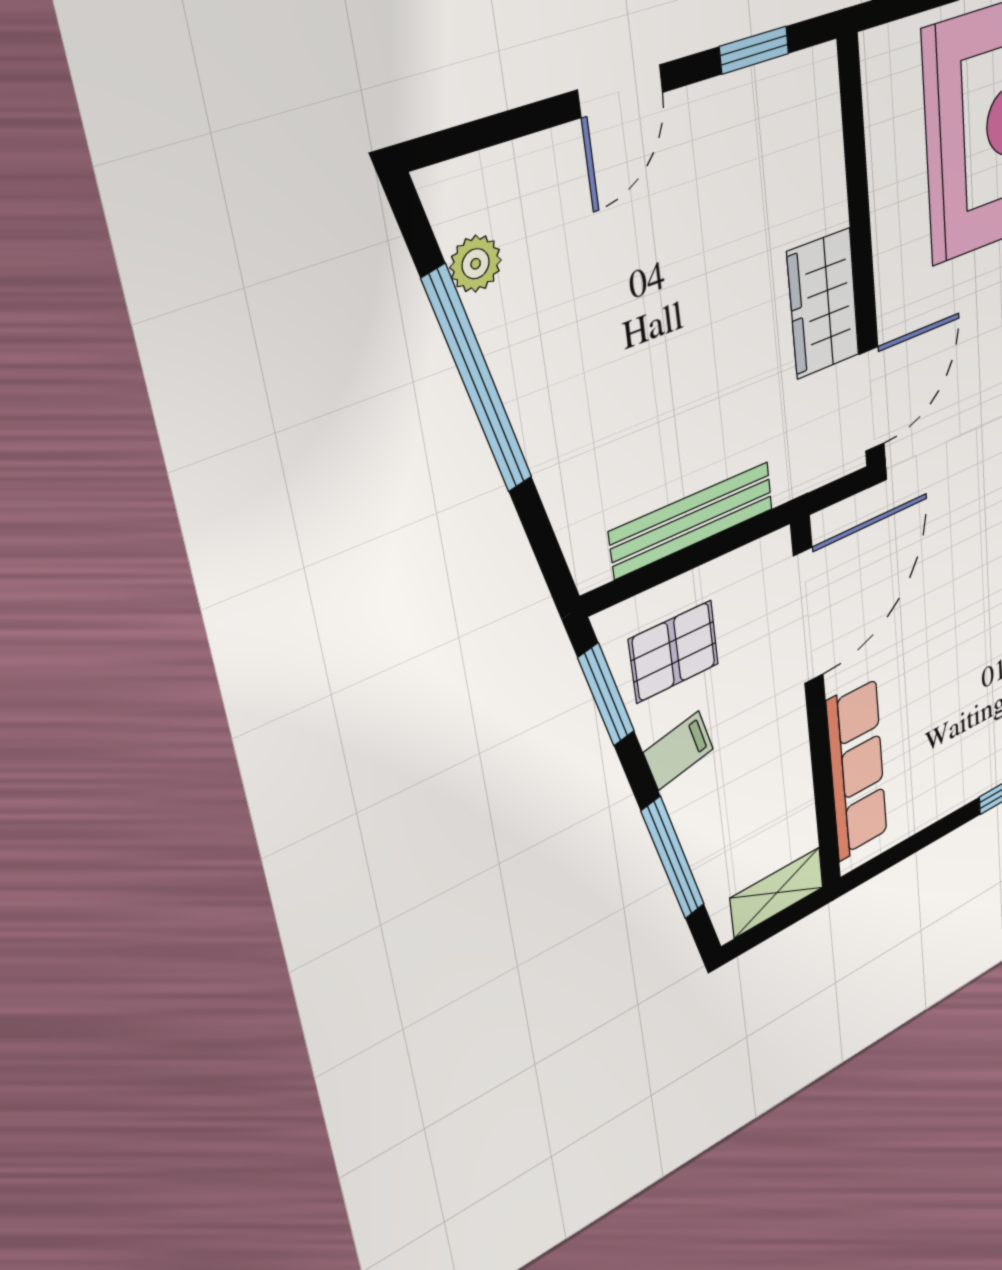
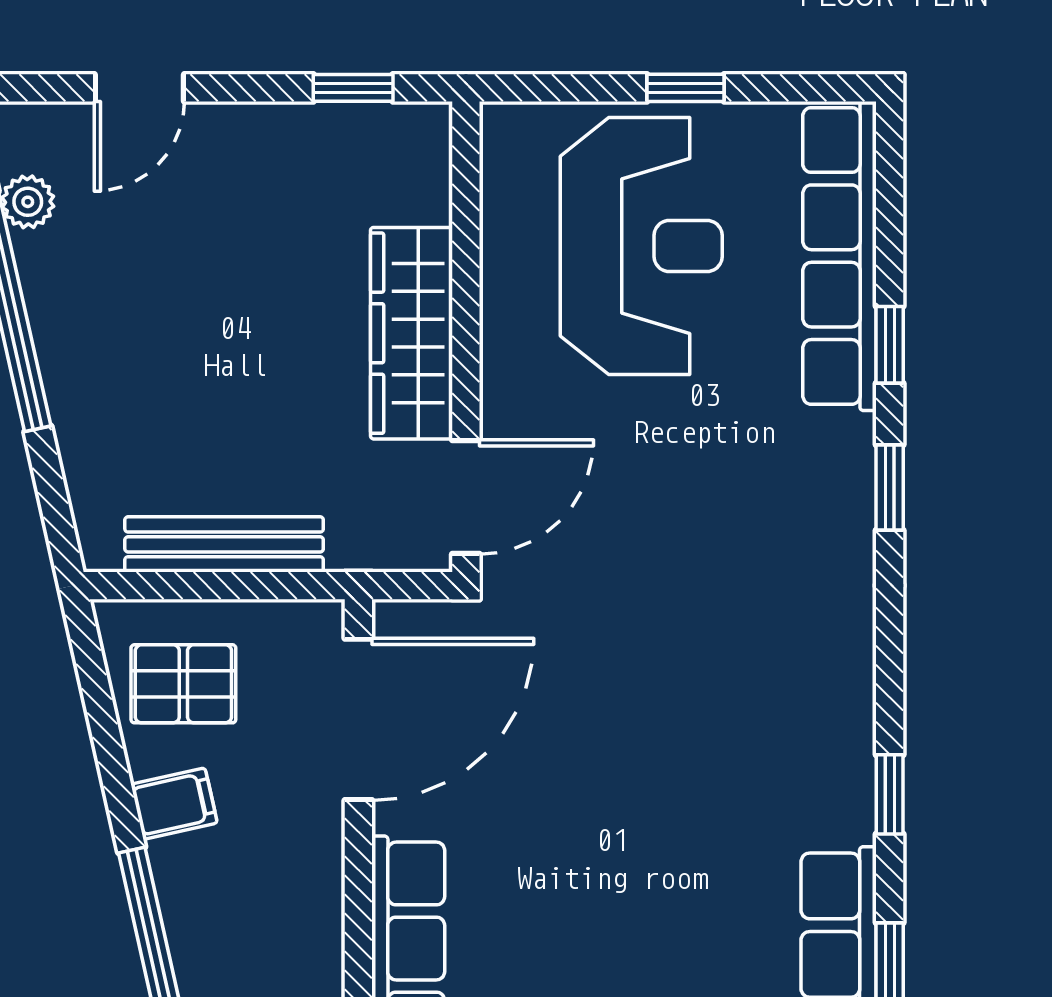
door: (621, 91) -> (139, 88), moved
wardrobe: (823, 304) -> (412, 333), width x1.50
window: (606, 695) -> (97, 696), removed

